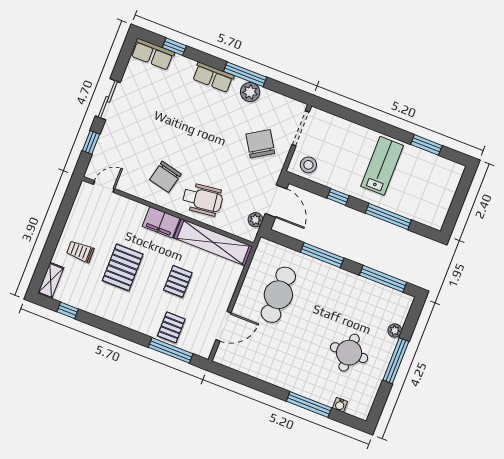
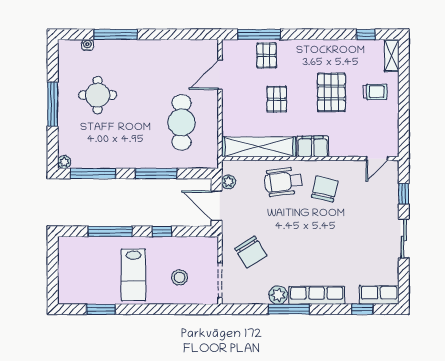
row of seats: (213, 77) -> (317, 295), width x1.48
stool: (308, 165) -> (180, 277), moved
plant: (395, 331) -> (64, 162), moved

